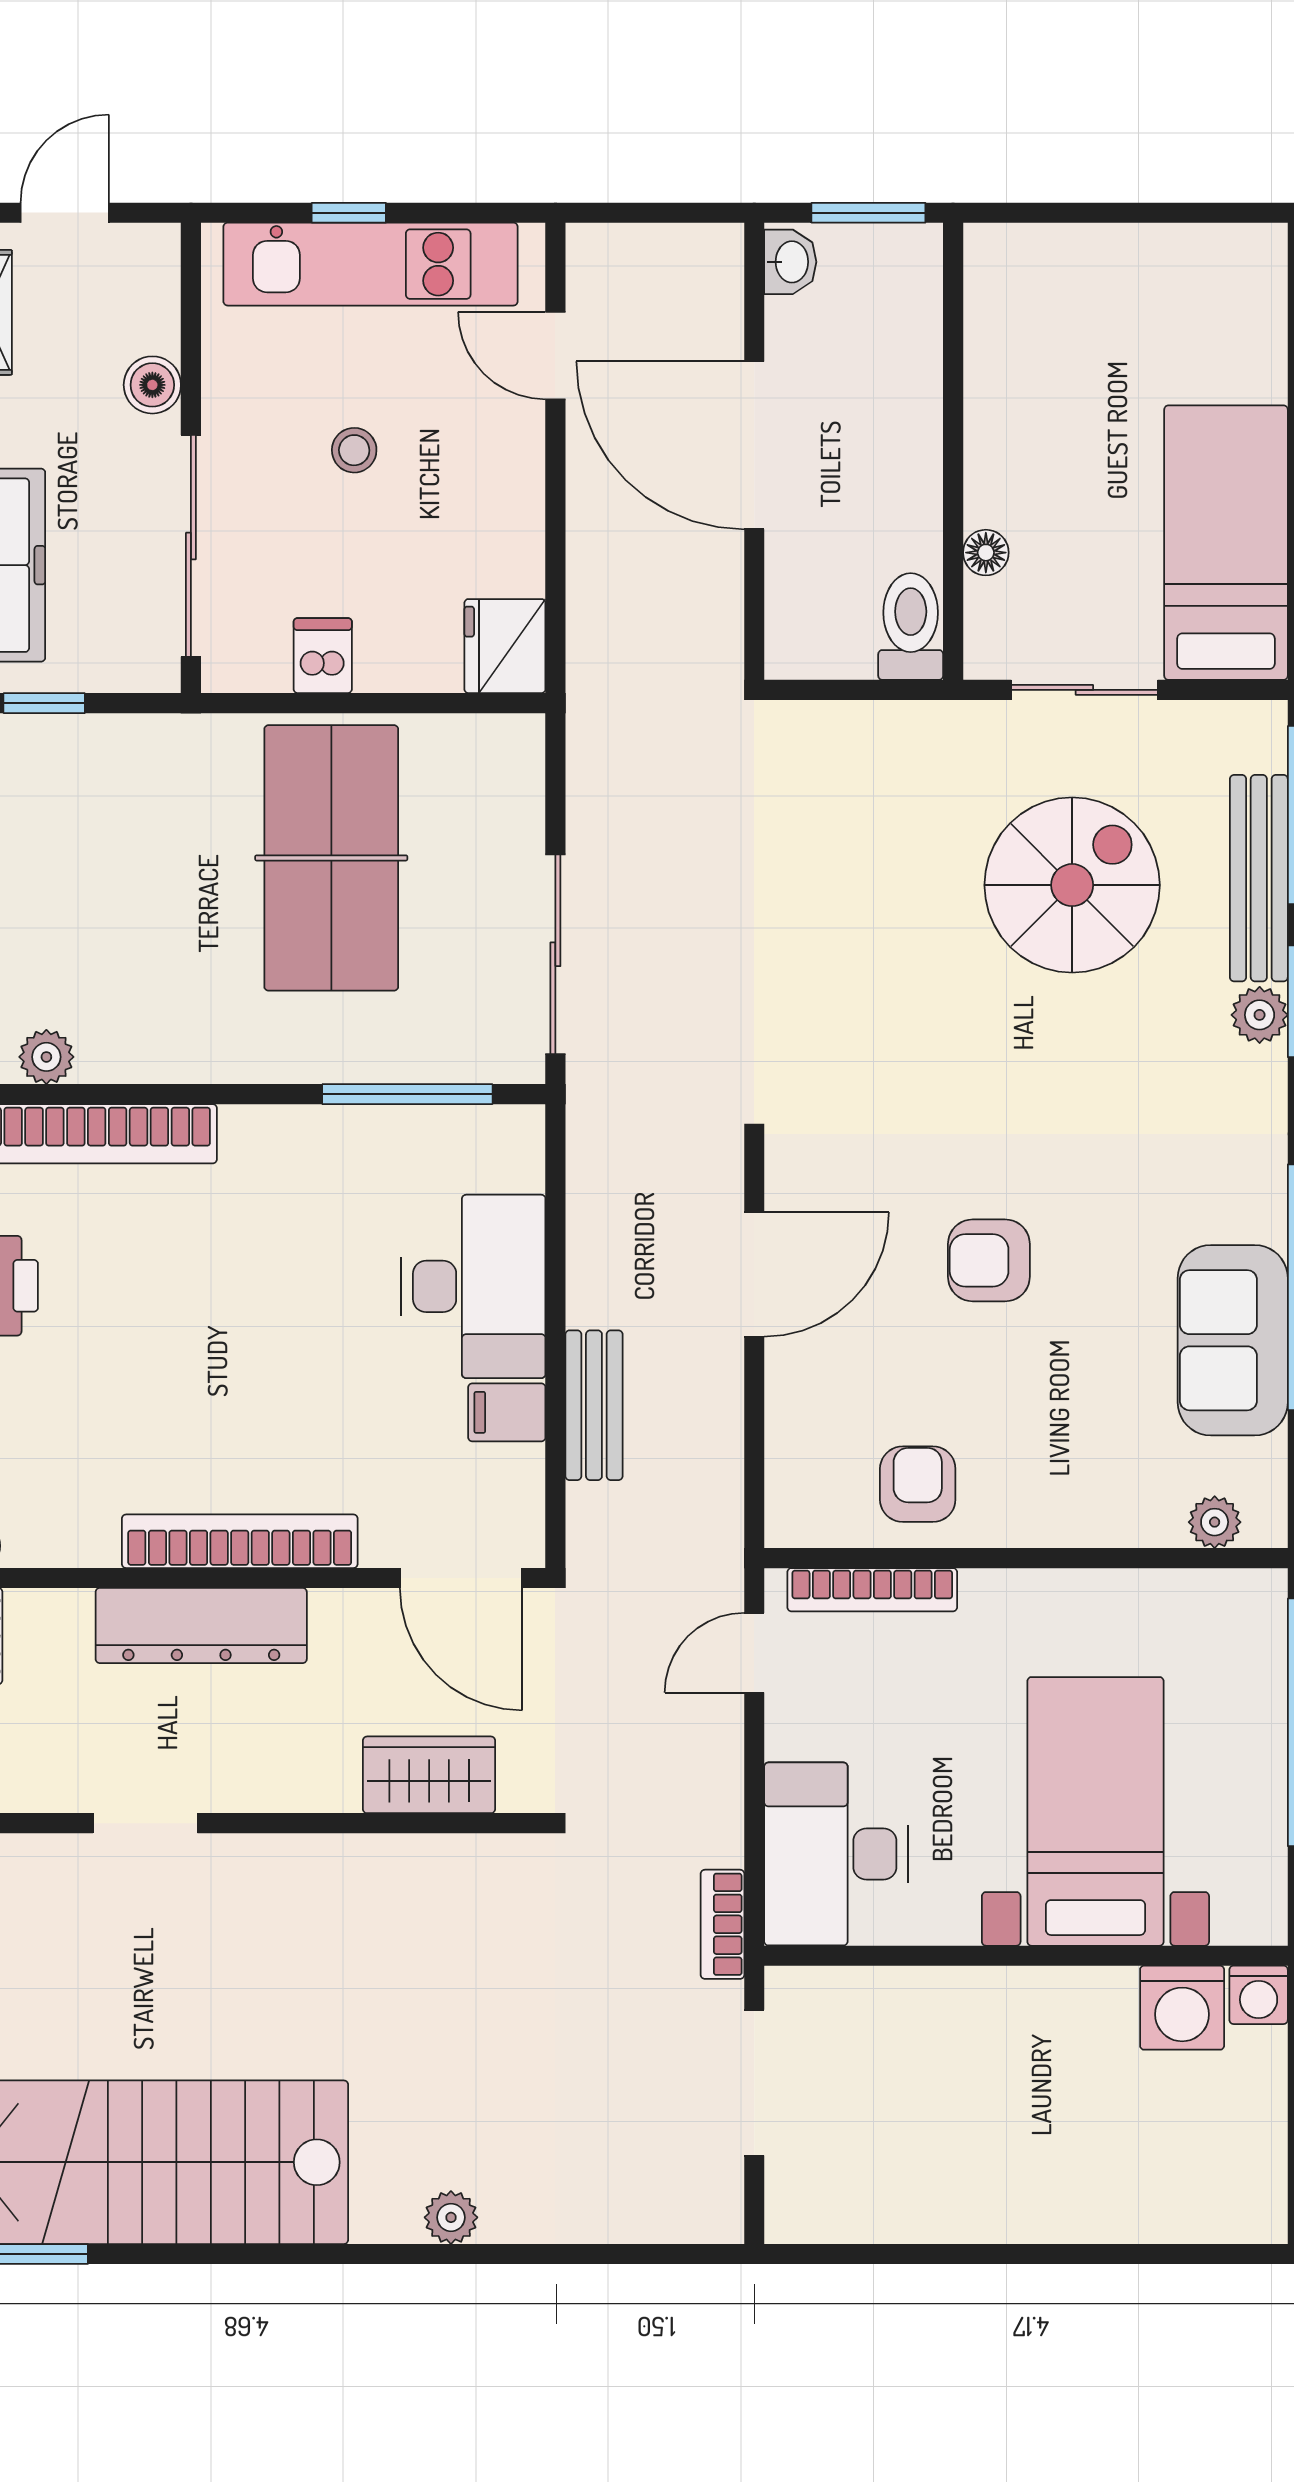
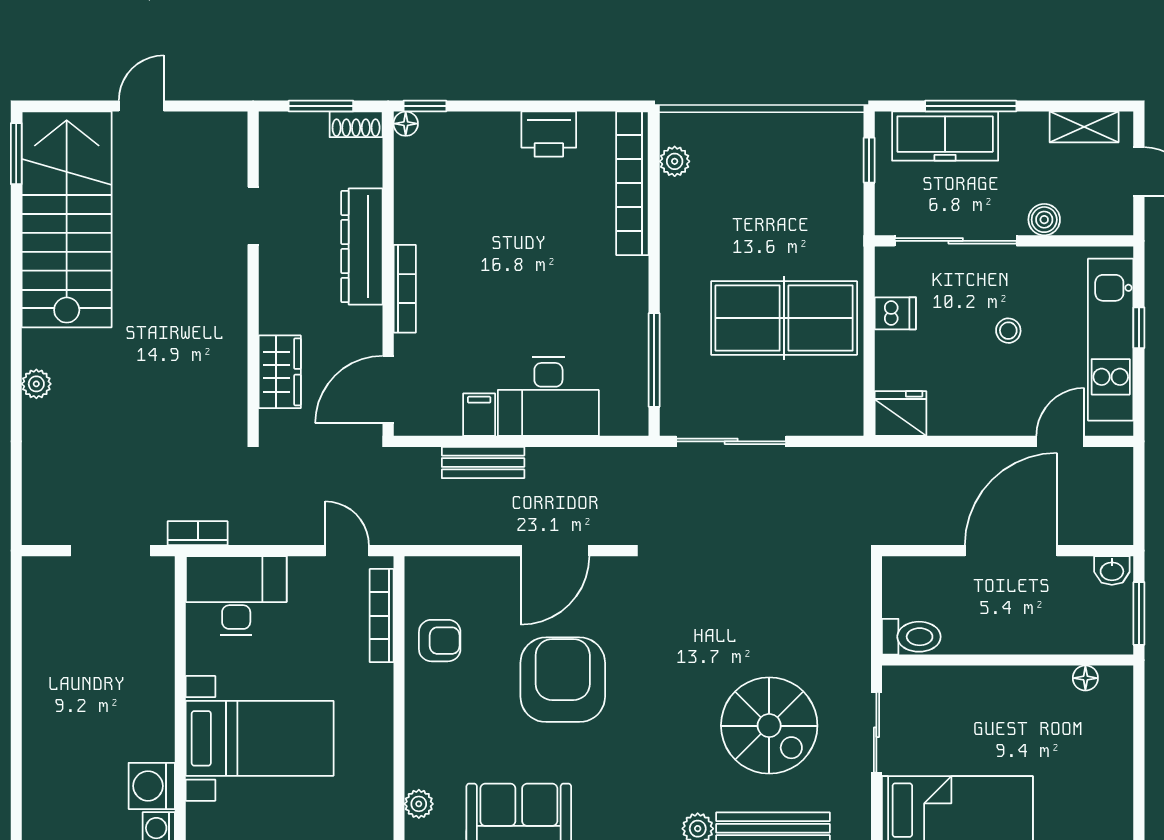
floor lamp: (986, 553) -> (1085, 678), moved
armchair: (989, 1260) -> (563, 680), width x1.88, depth x1.88
door: (754, 1274) -> (555, 551), hinge flipped
bookcase: (240, 1541) -> (405, 289), width x0.68, depth x0.76

